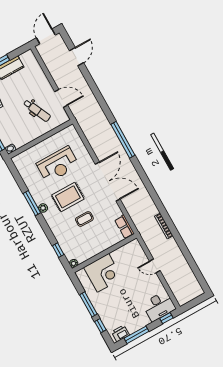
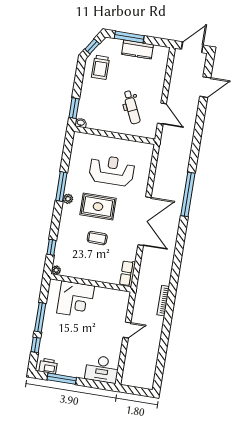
reception desk: (58, 165) -> (112, 170), turned 180
door: (155, 266) -> (127, 330), swing flipped
window: (166, 318) -> (100, 385), removed

